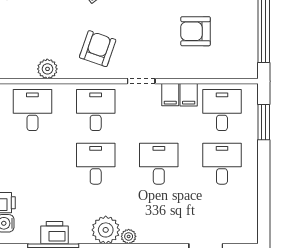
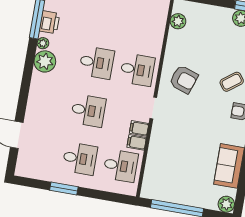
armchair: (196, 31) -> (184, 156), removed
plant: (47, 69) -> (178, 21), moved
desk: (32, 110) -> (146, 22), removed
window: (264, 122) -> (64, 188), moved
plant: (129, 236) -> (43, 43), moved

